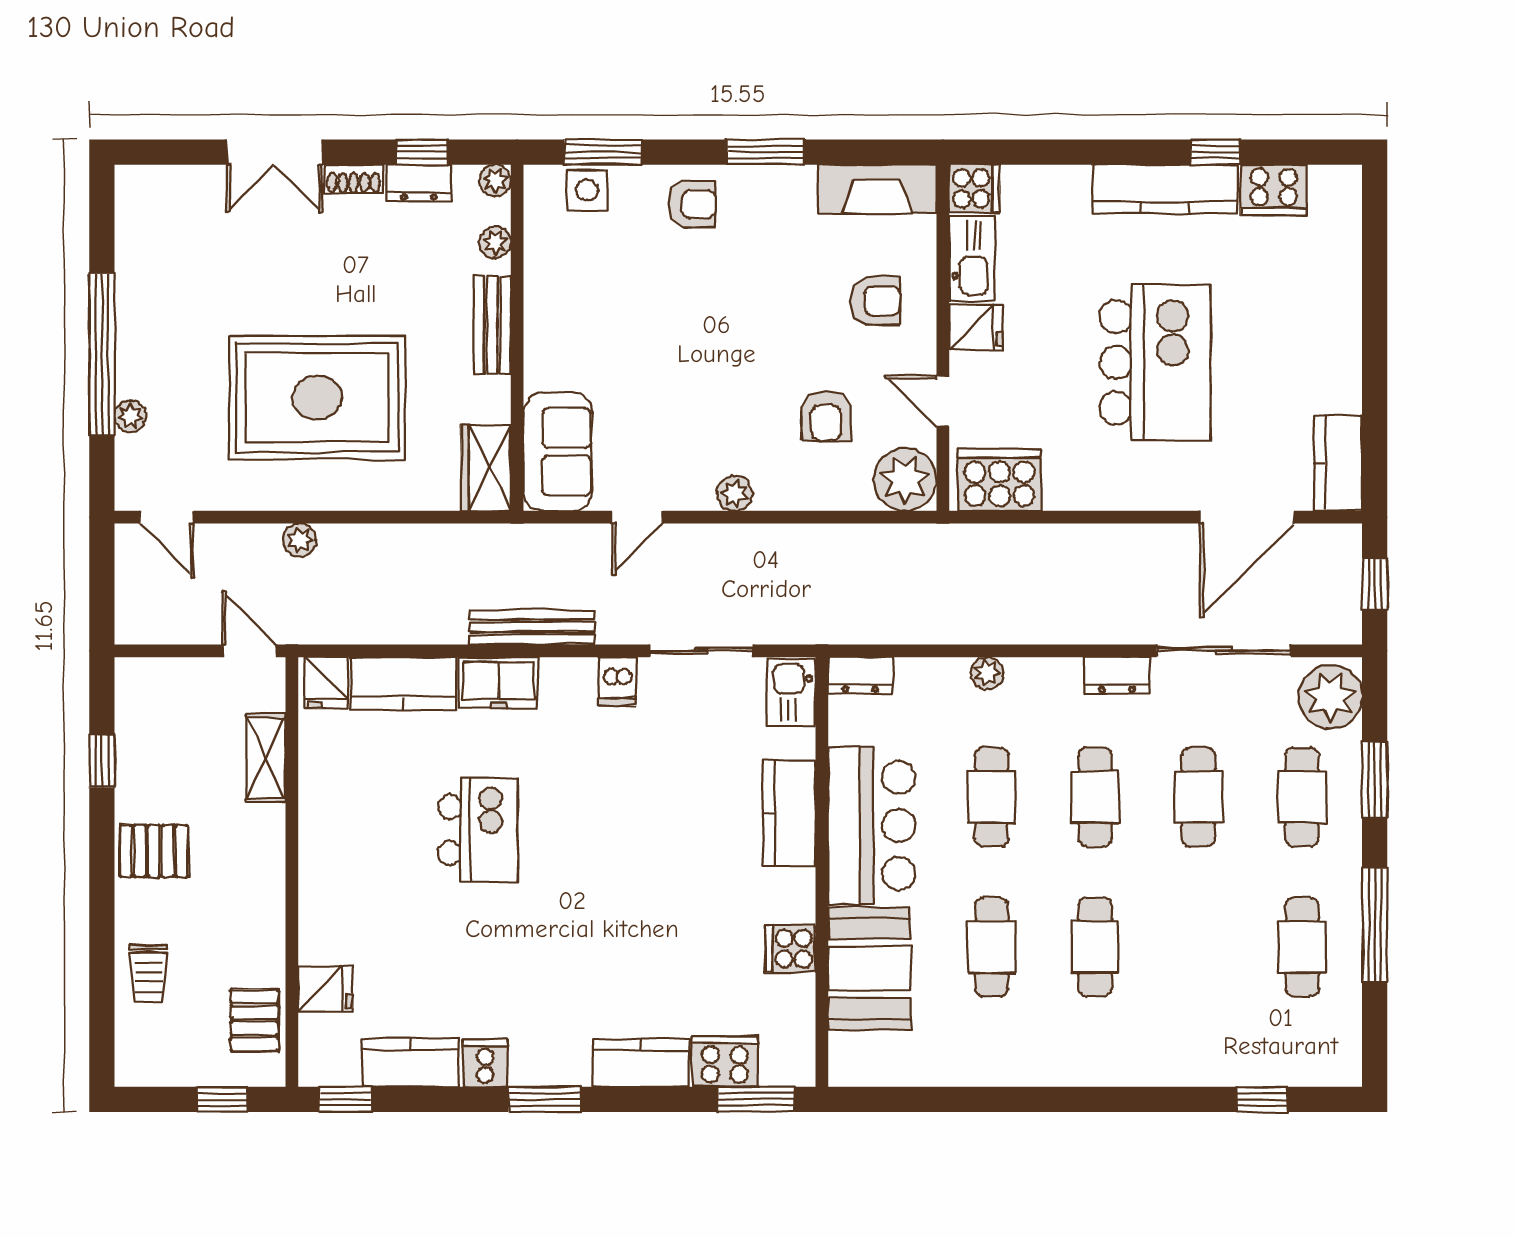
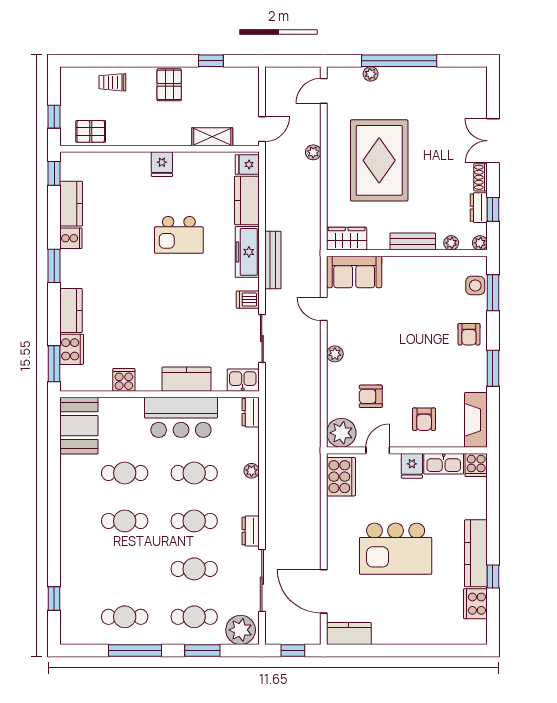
freezer: (499, 683) -> (247, 252), width x1.40
booth: (869, 969) -> (79, 426), moved, turned 90
fridge: (325, 989) -> (162, 164), moved

